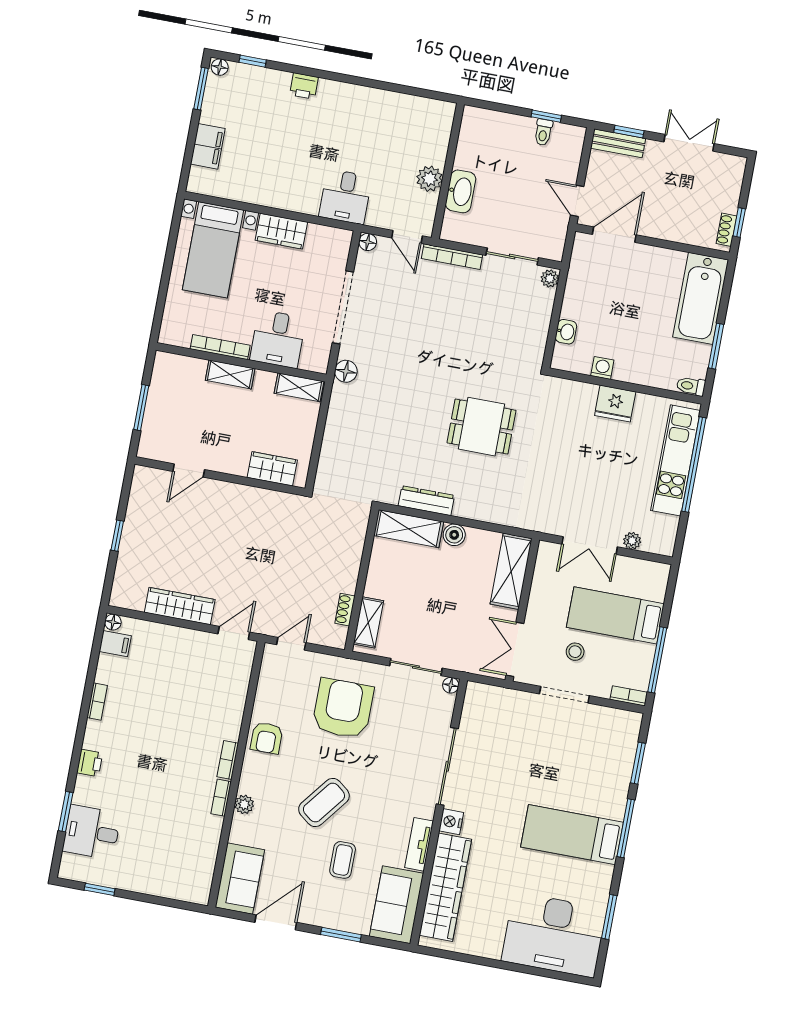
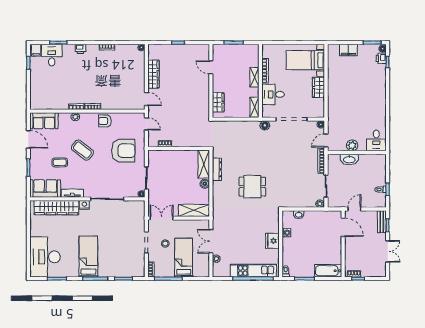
printer: (304, 86) -> (381, 58), moved
desk: (345, 197) -> (376, 140), moved, turned -90
bathtub: (701, 298) -> (328, 271), width x0.73, depth x0.73
dining table: (482, 427) -> (252, 187), turned 90
shelving: (368, 622) -> (161, 155), removed
filing cabinet: (115, 644) -> (36, 50), moved

